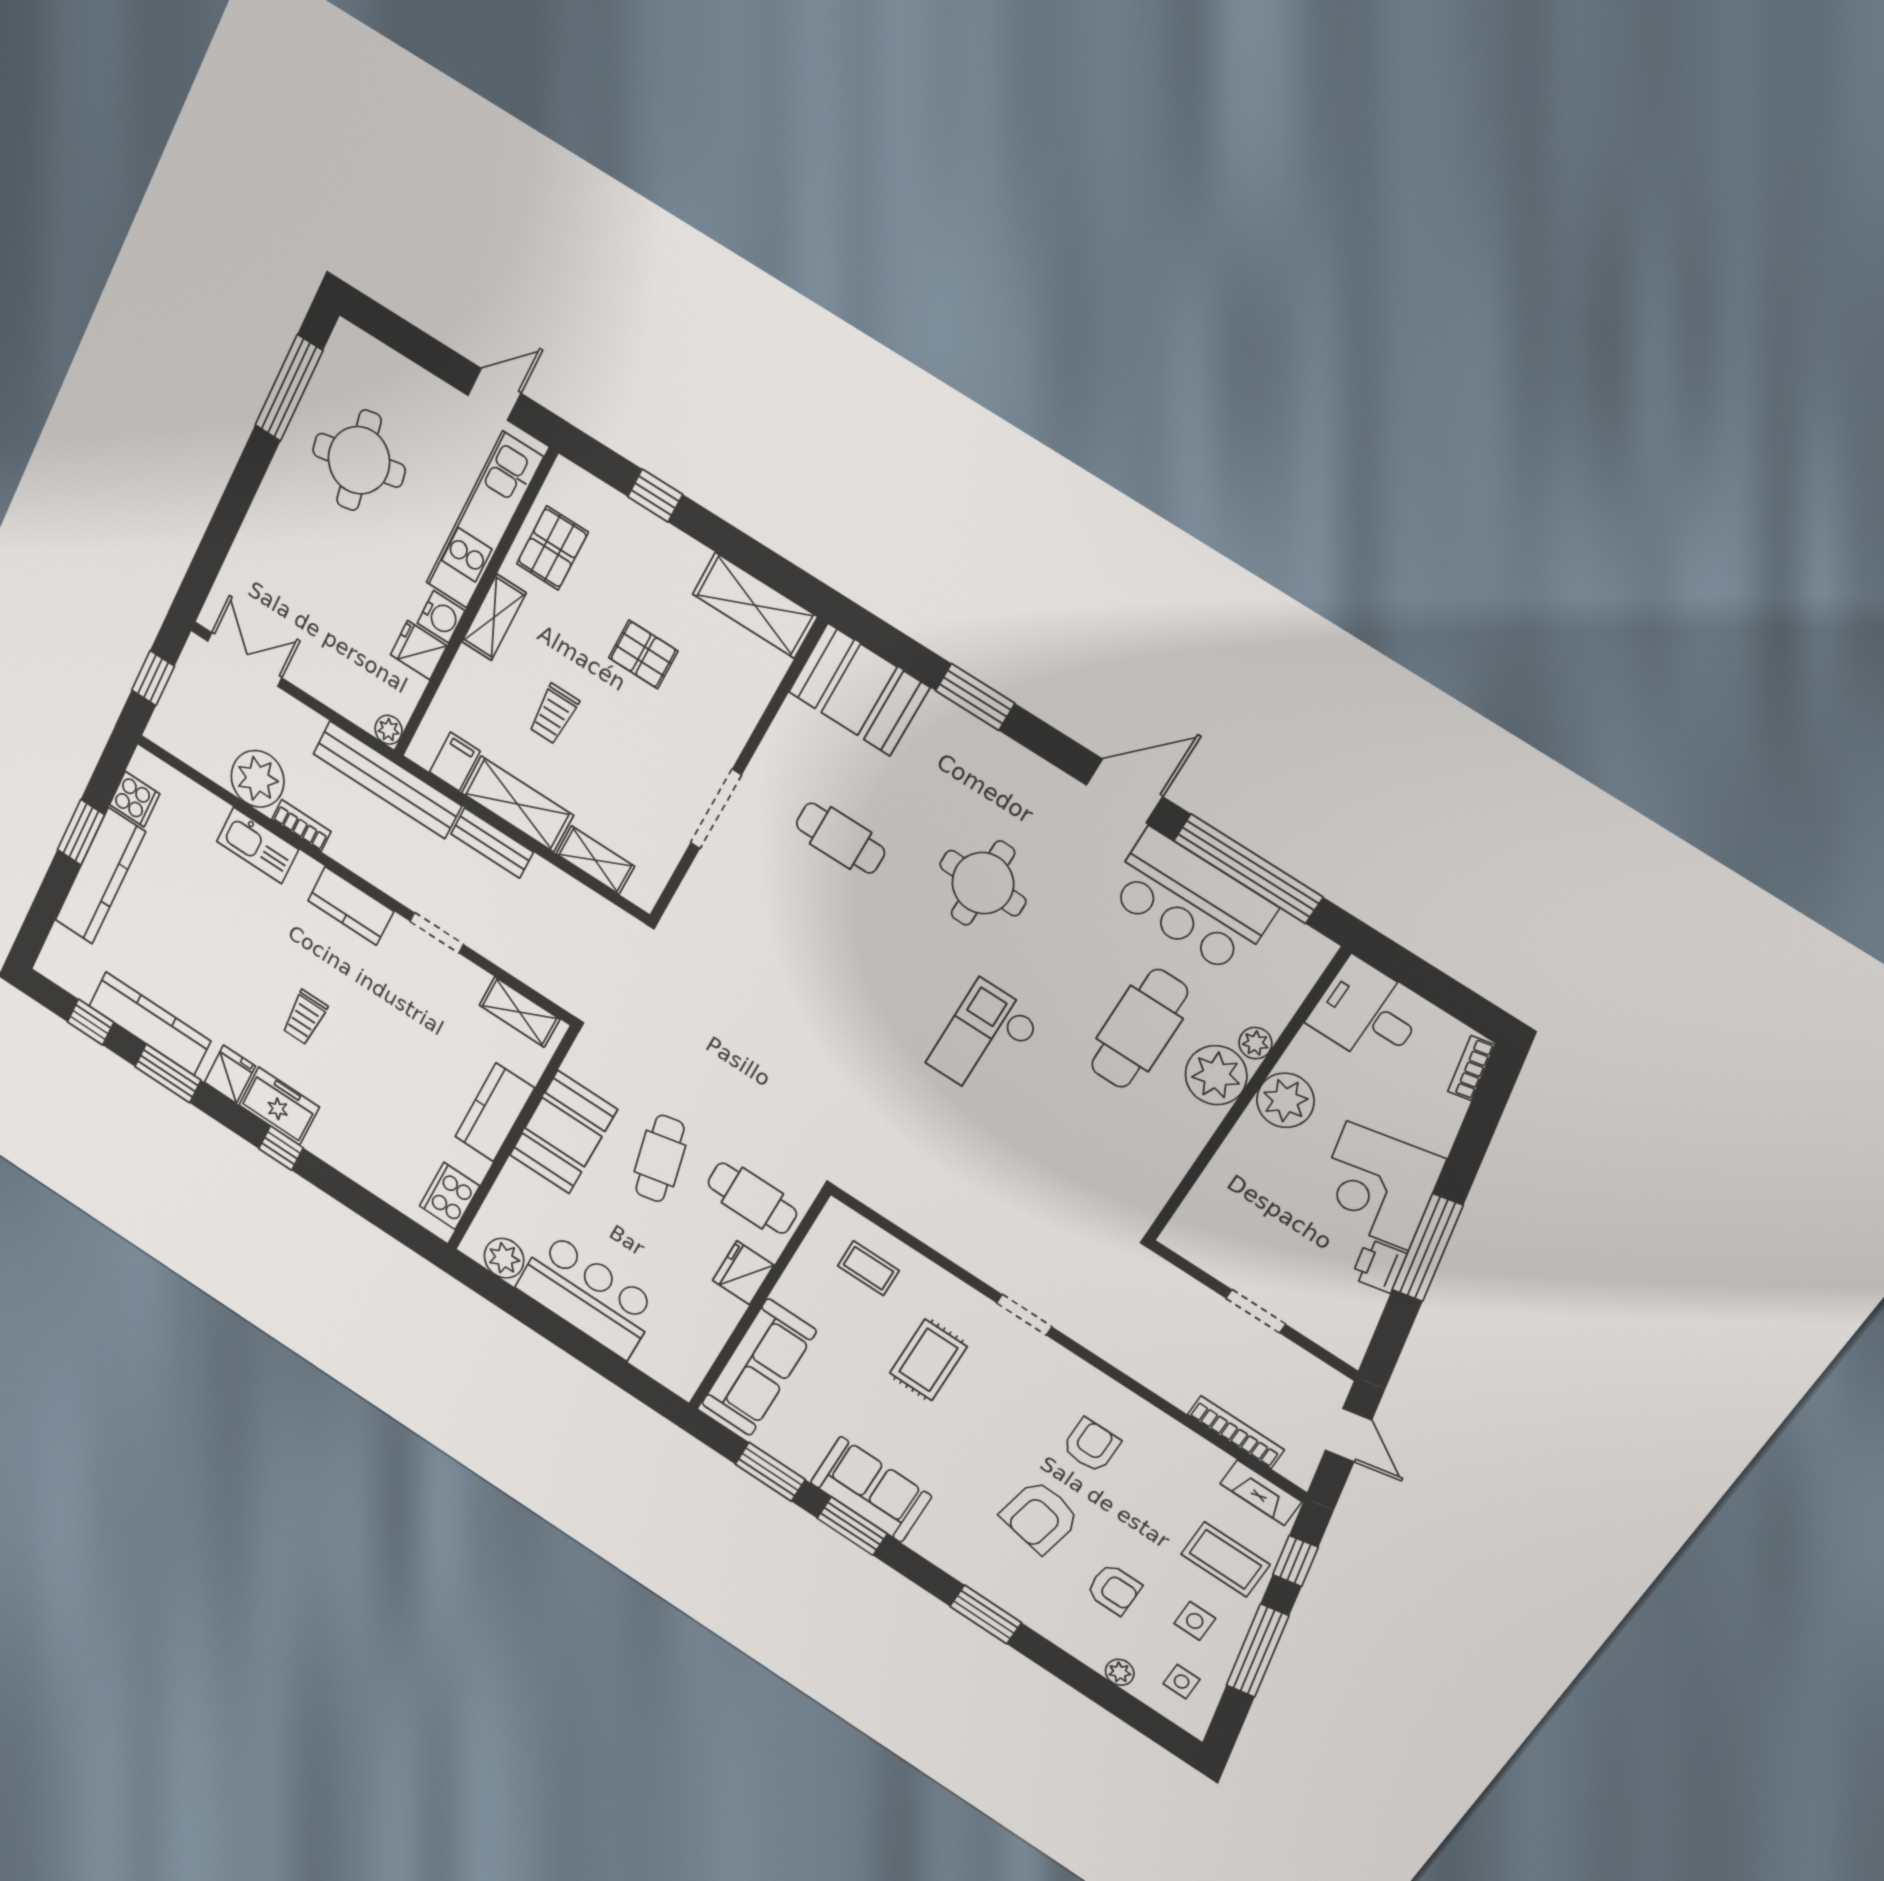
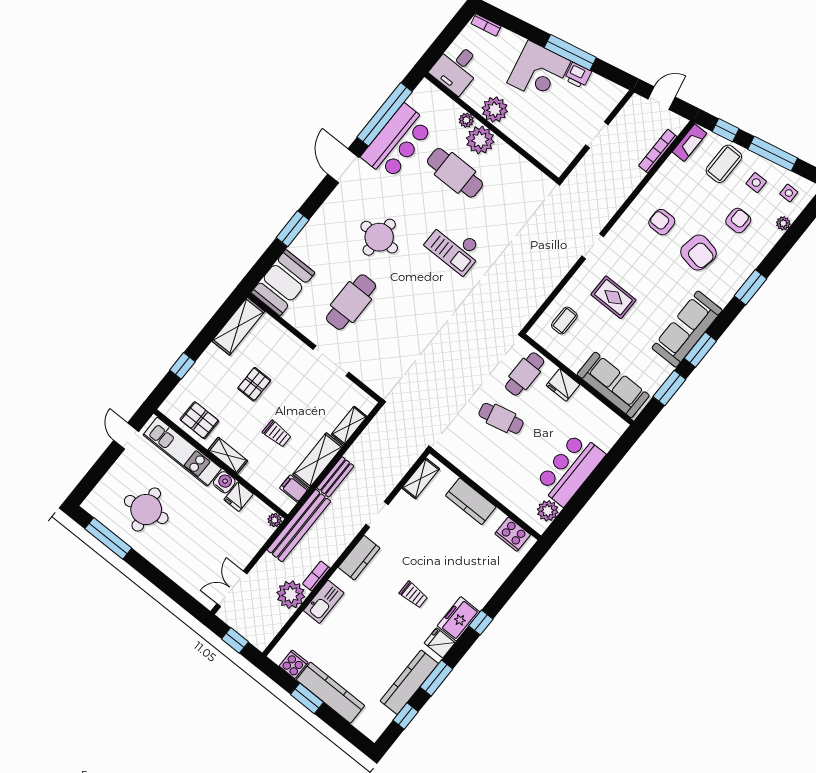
cafe table: (841, 838) -> (351, 302), width x1.37, depth x1.35
booth: (563, 1132) -> (484, 467), removed
sofa: (871, 1489) -> (687, 329), width x1.36

